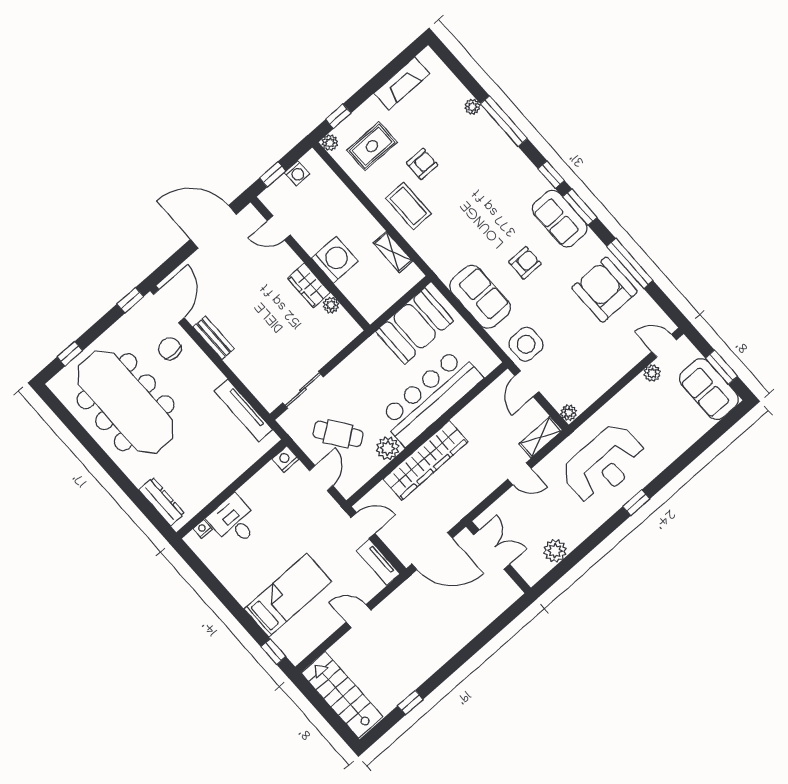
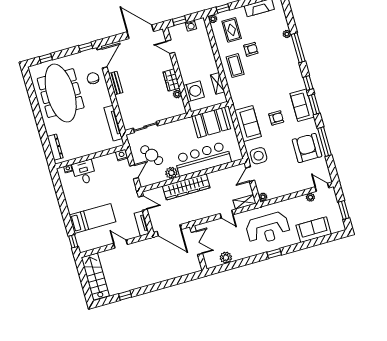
rug: (372, 146) -> (232, 30), turned 90
washing machine: (335, 260) -> (194, 91), moved
sofa: (709, 389) -> (314, 230), moved, turned 90

